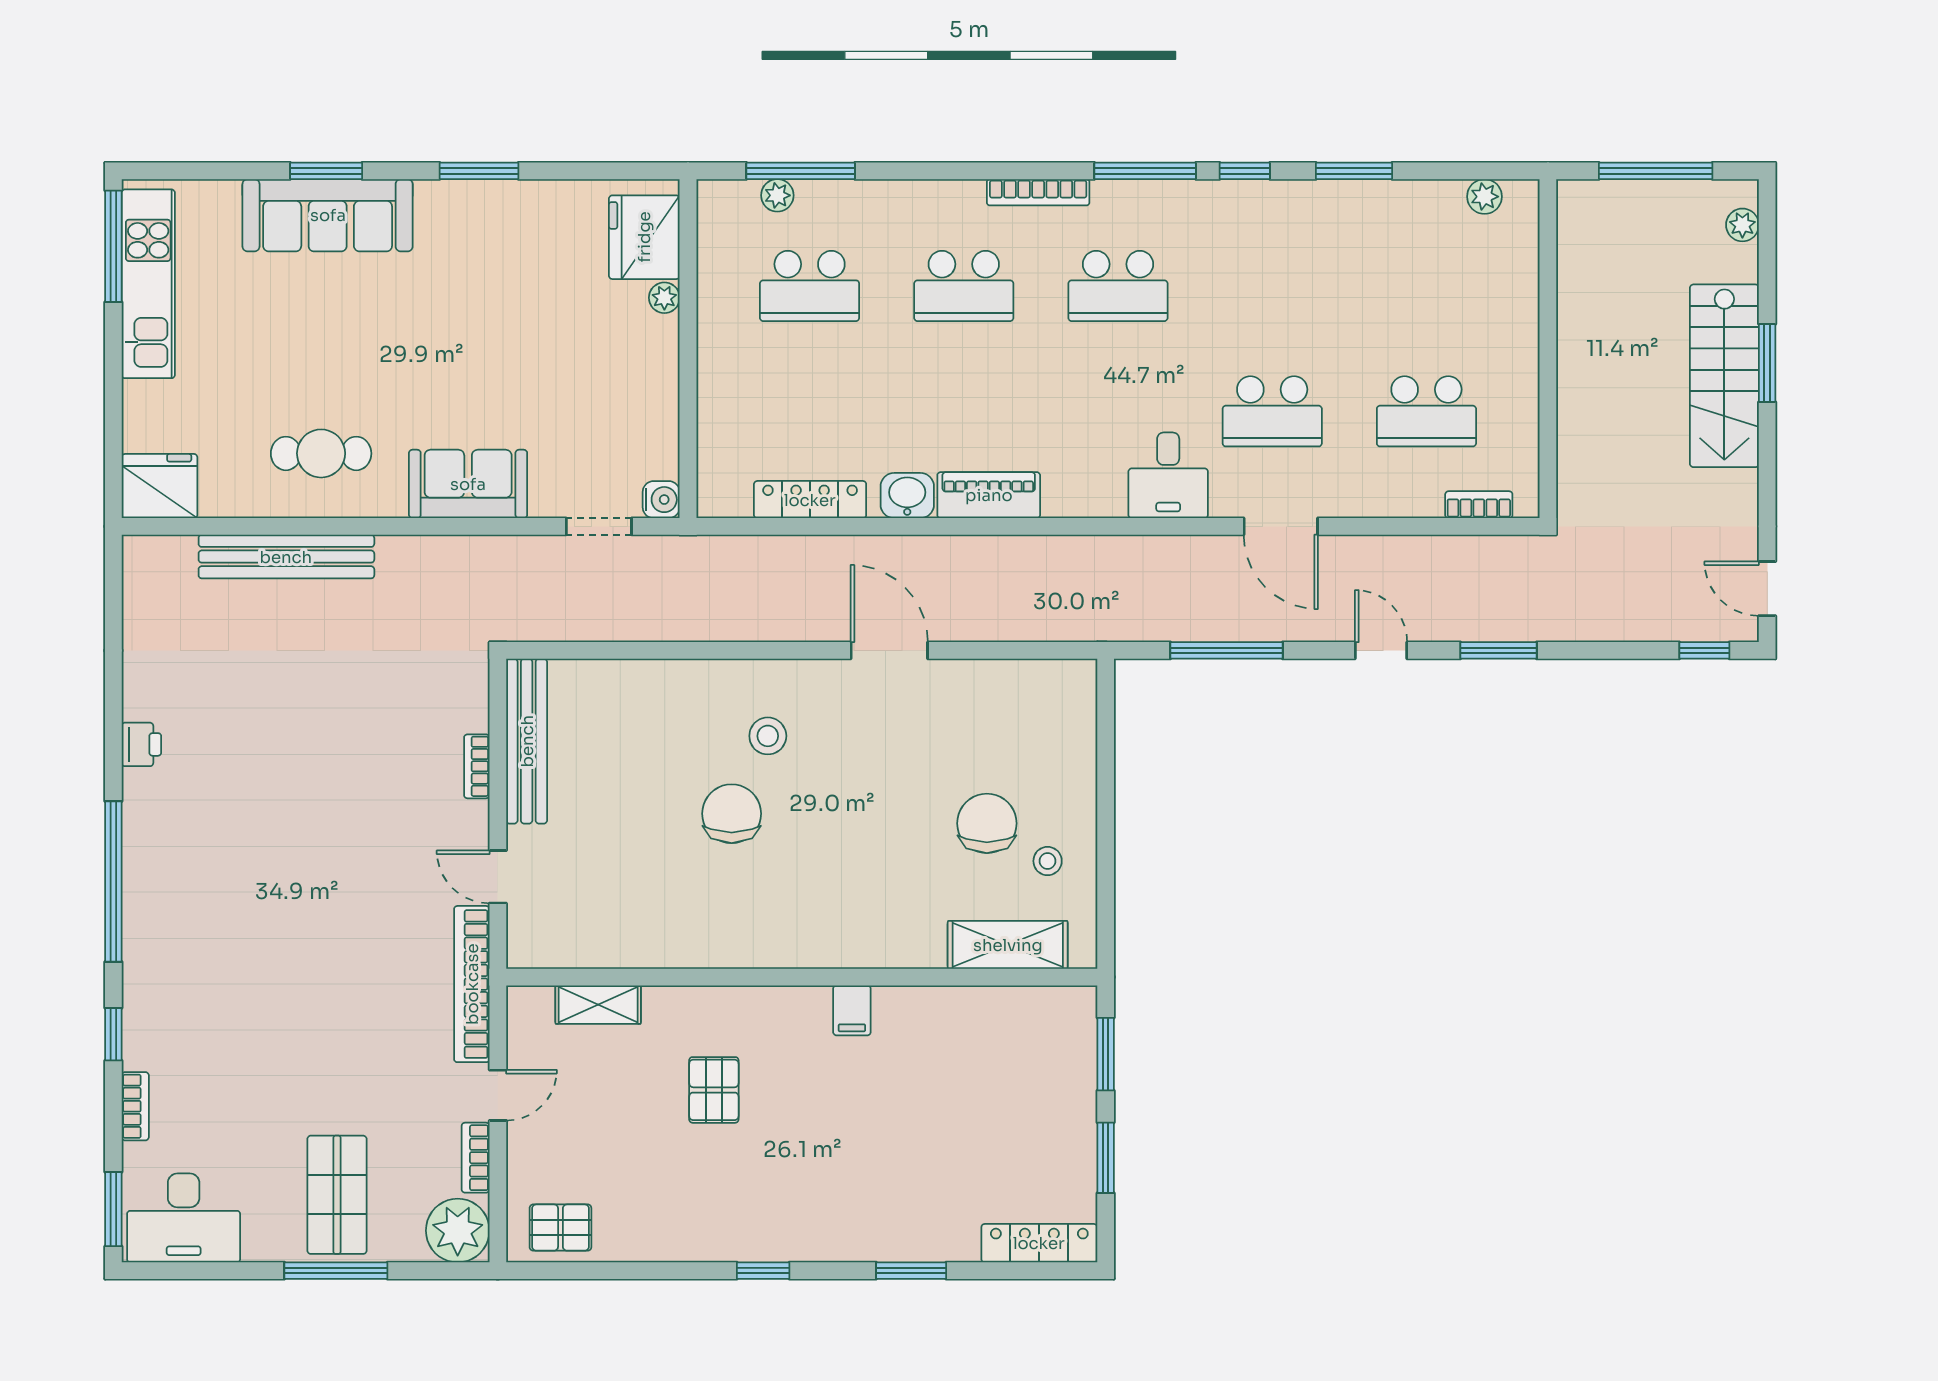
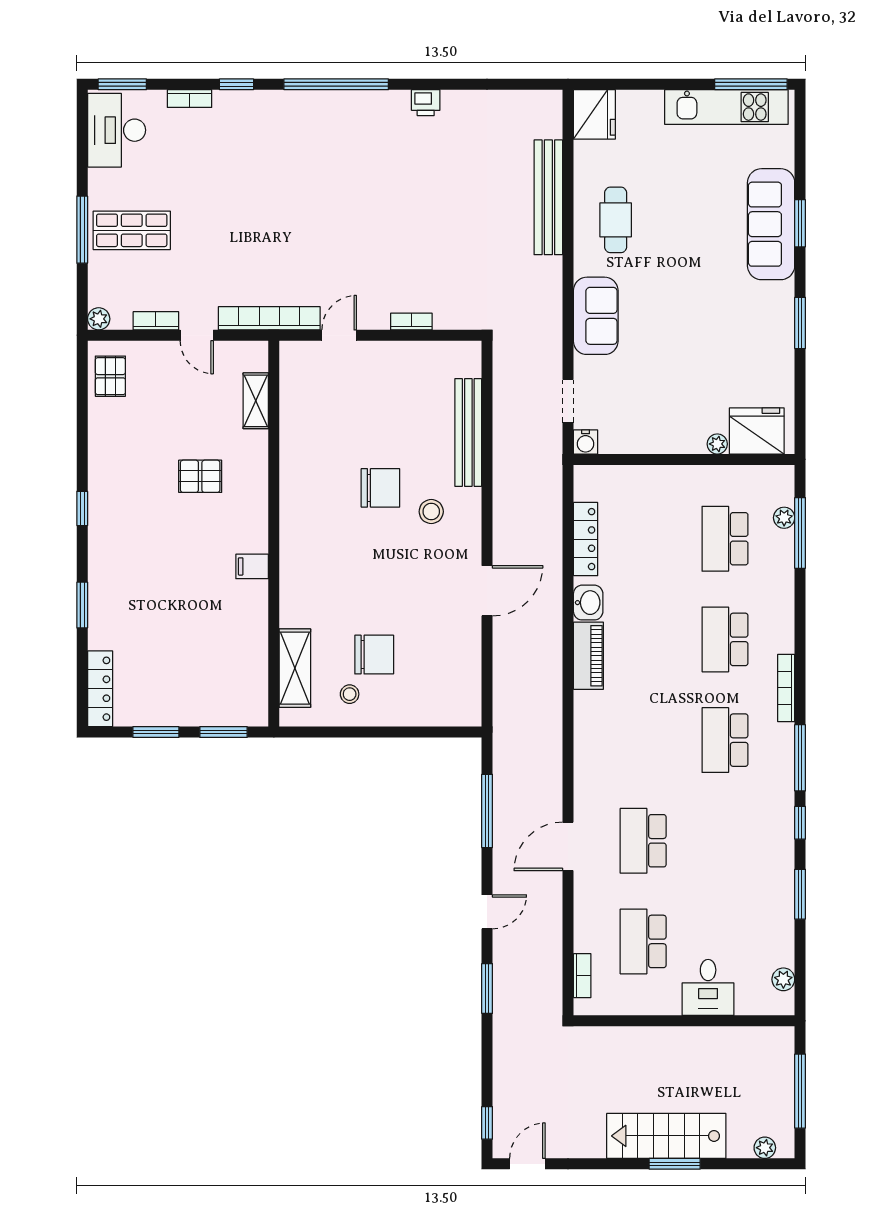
desk: (1168, 475) -> (708, 987), moved, turned -90
bench: (527, 741) -> (468, 433), moved, turned 90
plant: (458, 1231) -> (99, 319), width x0.53, depth x0.53

